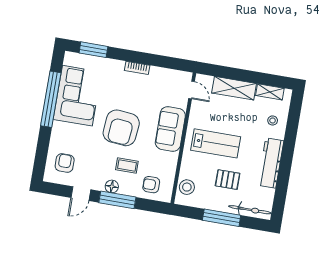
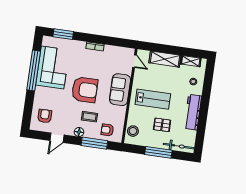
armchair: (121, 128) -> (85, 90), turned -95
window: (117, 200) -> (94, 143), moved

